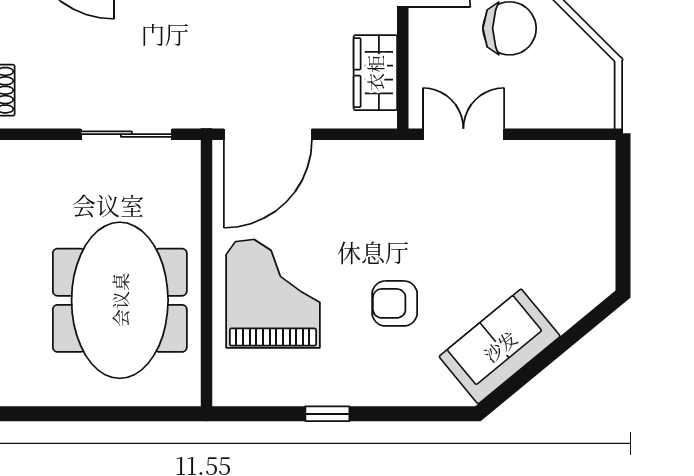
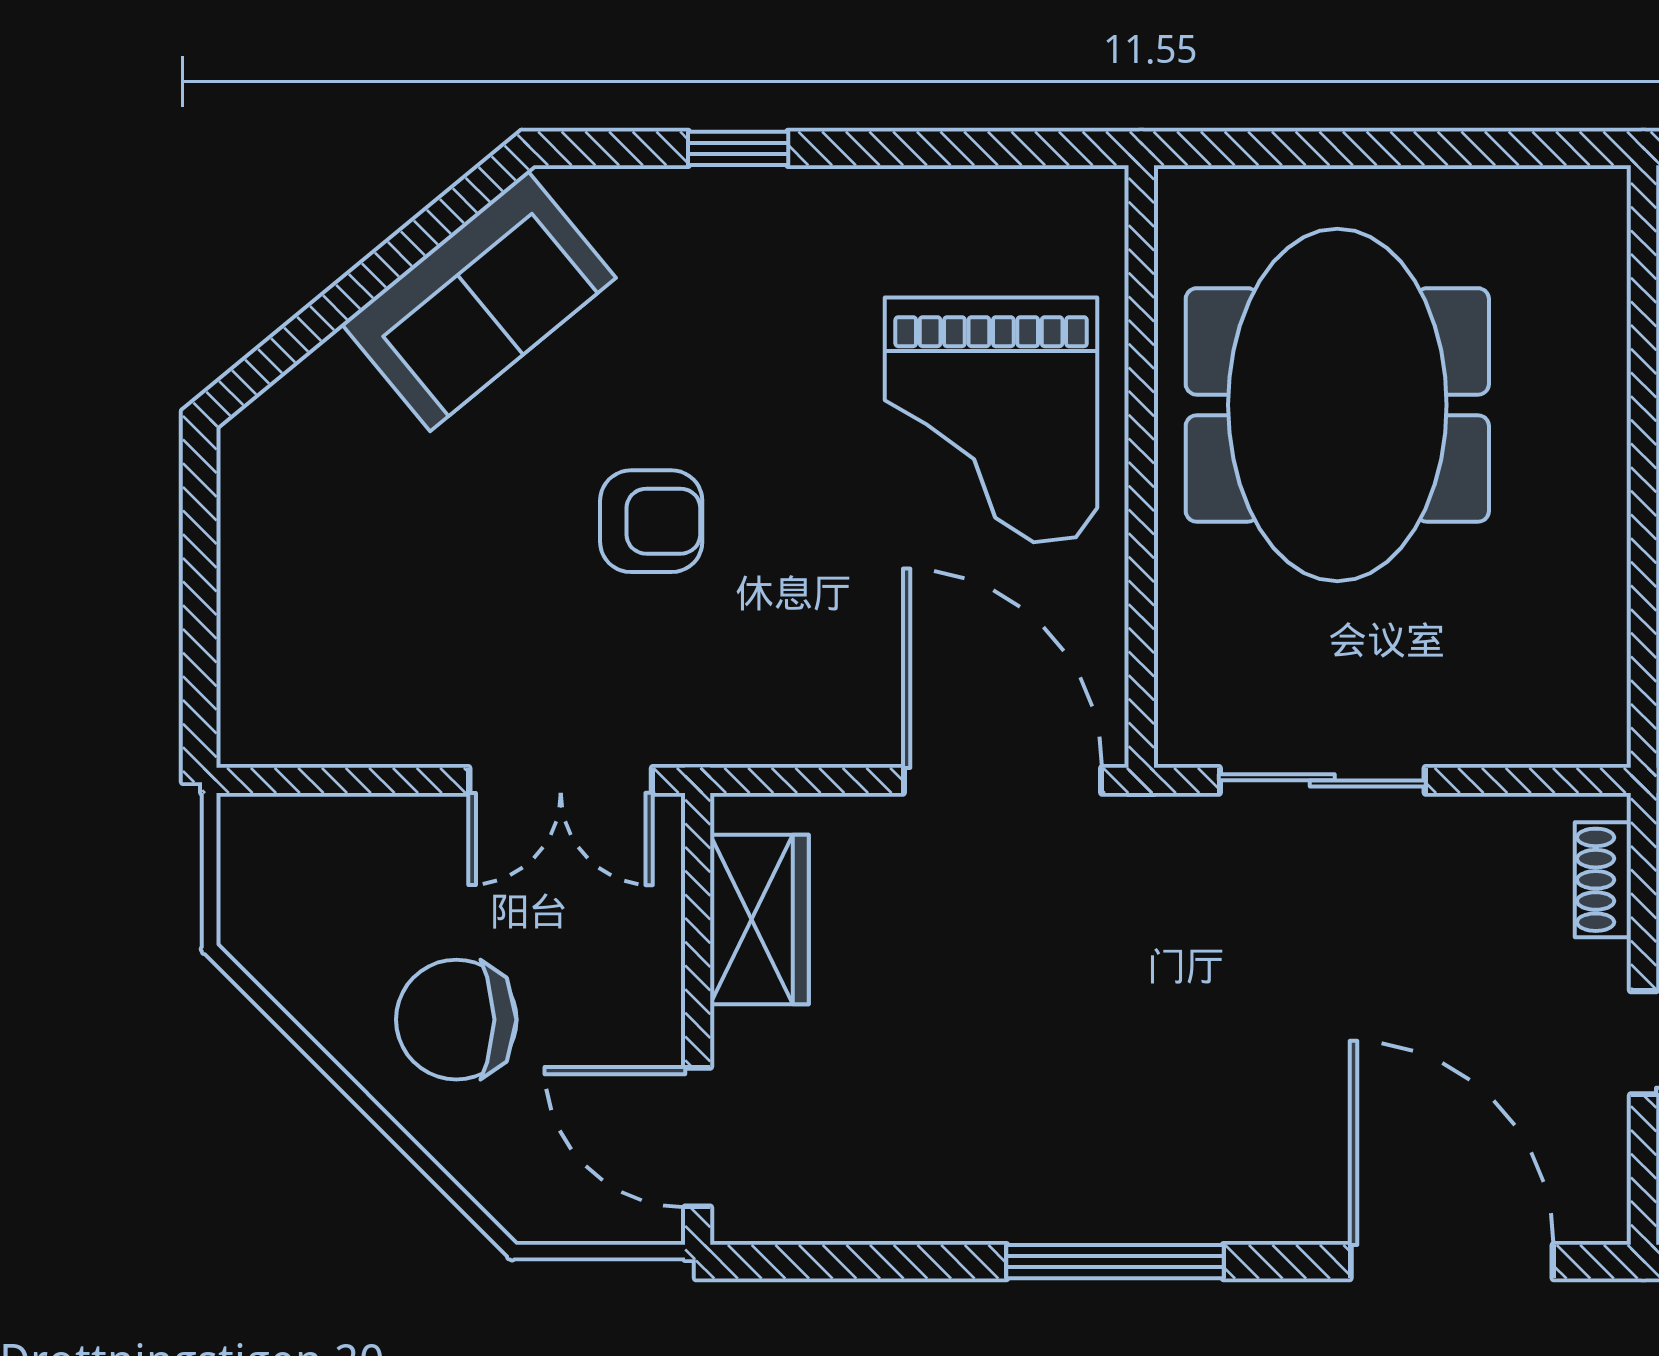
door: (268, 134) -> (1002, 780), hinge flipped
armchair: (395, 303) -> (651, 521), moved
window: (327, 414) -> (738, 148), moved

